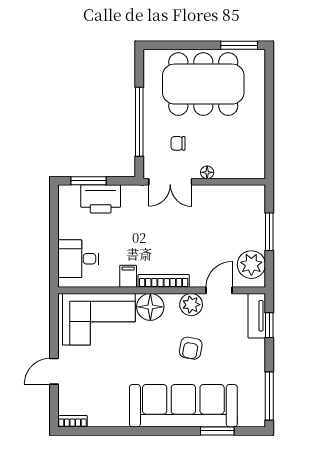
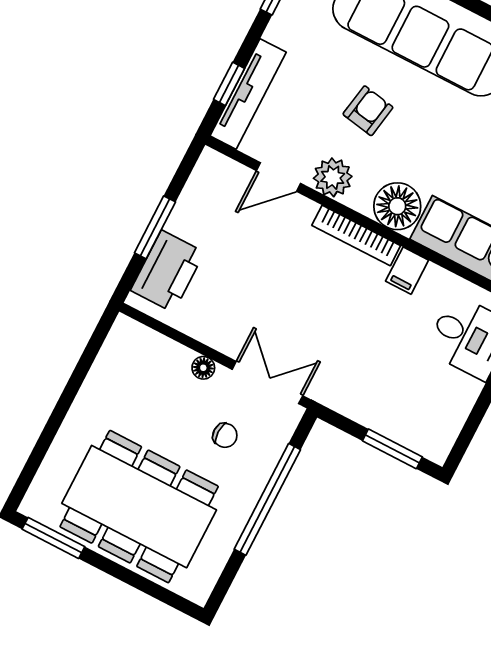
printer: (101, 199) -> (167, 271), moved, turned 90
plant: (251, 265) -> (208, 191), removed
tv unit: (257, 316) -> (248, 94), width x1.41

